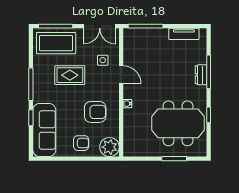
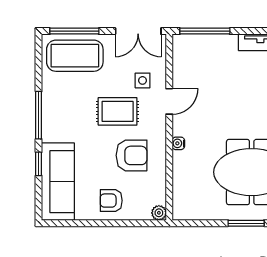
rug: (70, 75) -> (118, 111), moved
door: (121, 75) -> (169, 101), hinge flipped
armchair: (81, 143) -> (111, 201), turned 180
plant: (109, 147) -> (159, 213), width x0.53, depth x0.53

